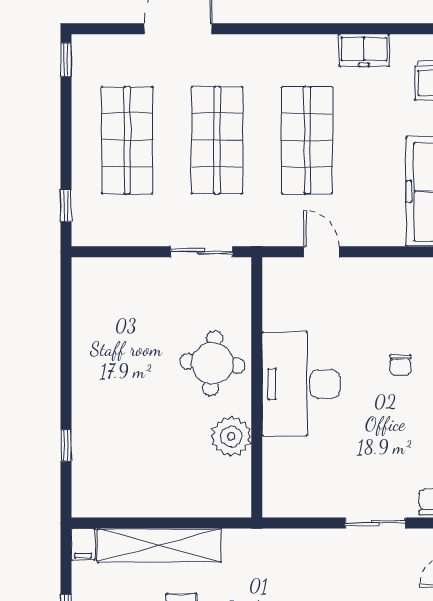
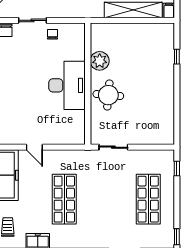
shop shelf: (217, 140) -> (106, 199), removed
door: (321, 252) -> (34, 147), moved
chair: (401, 365) -> (52, 34), moved

